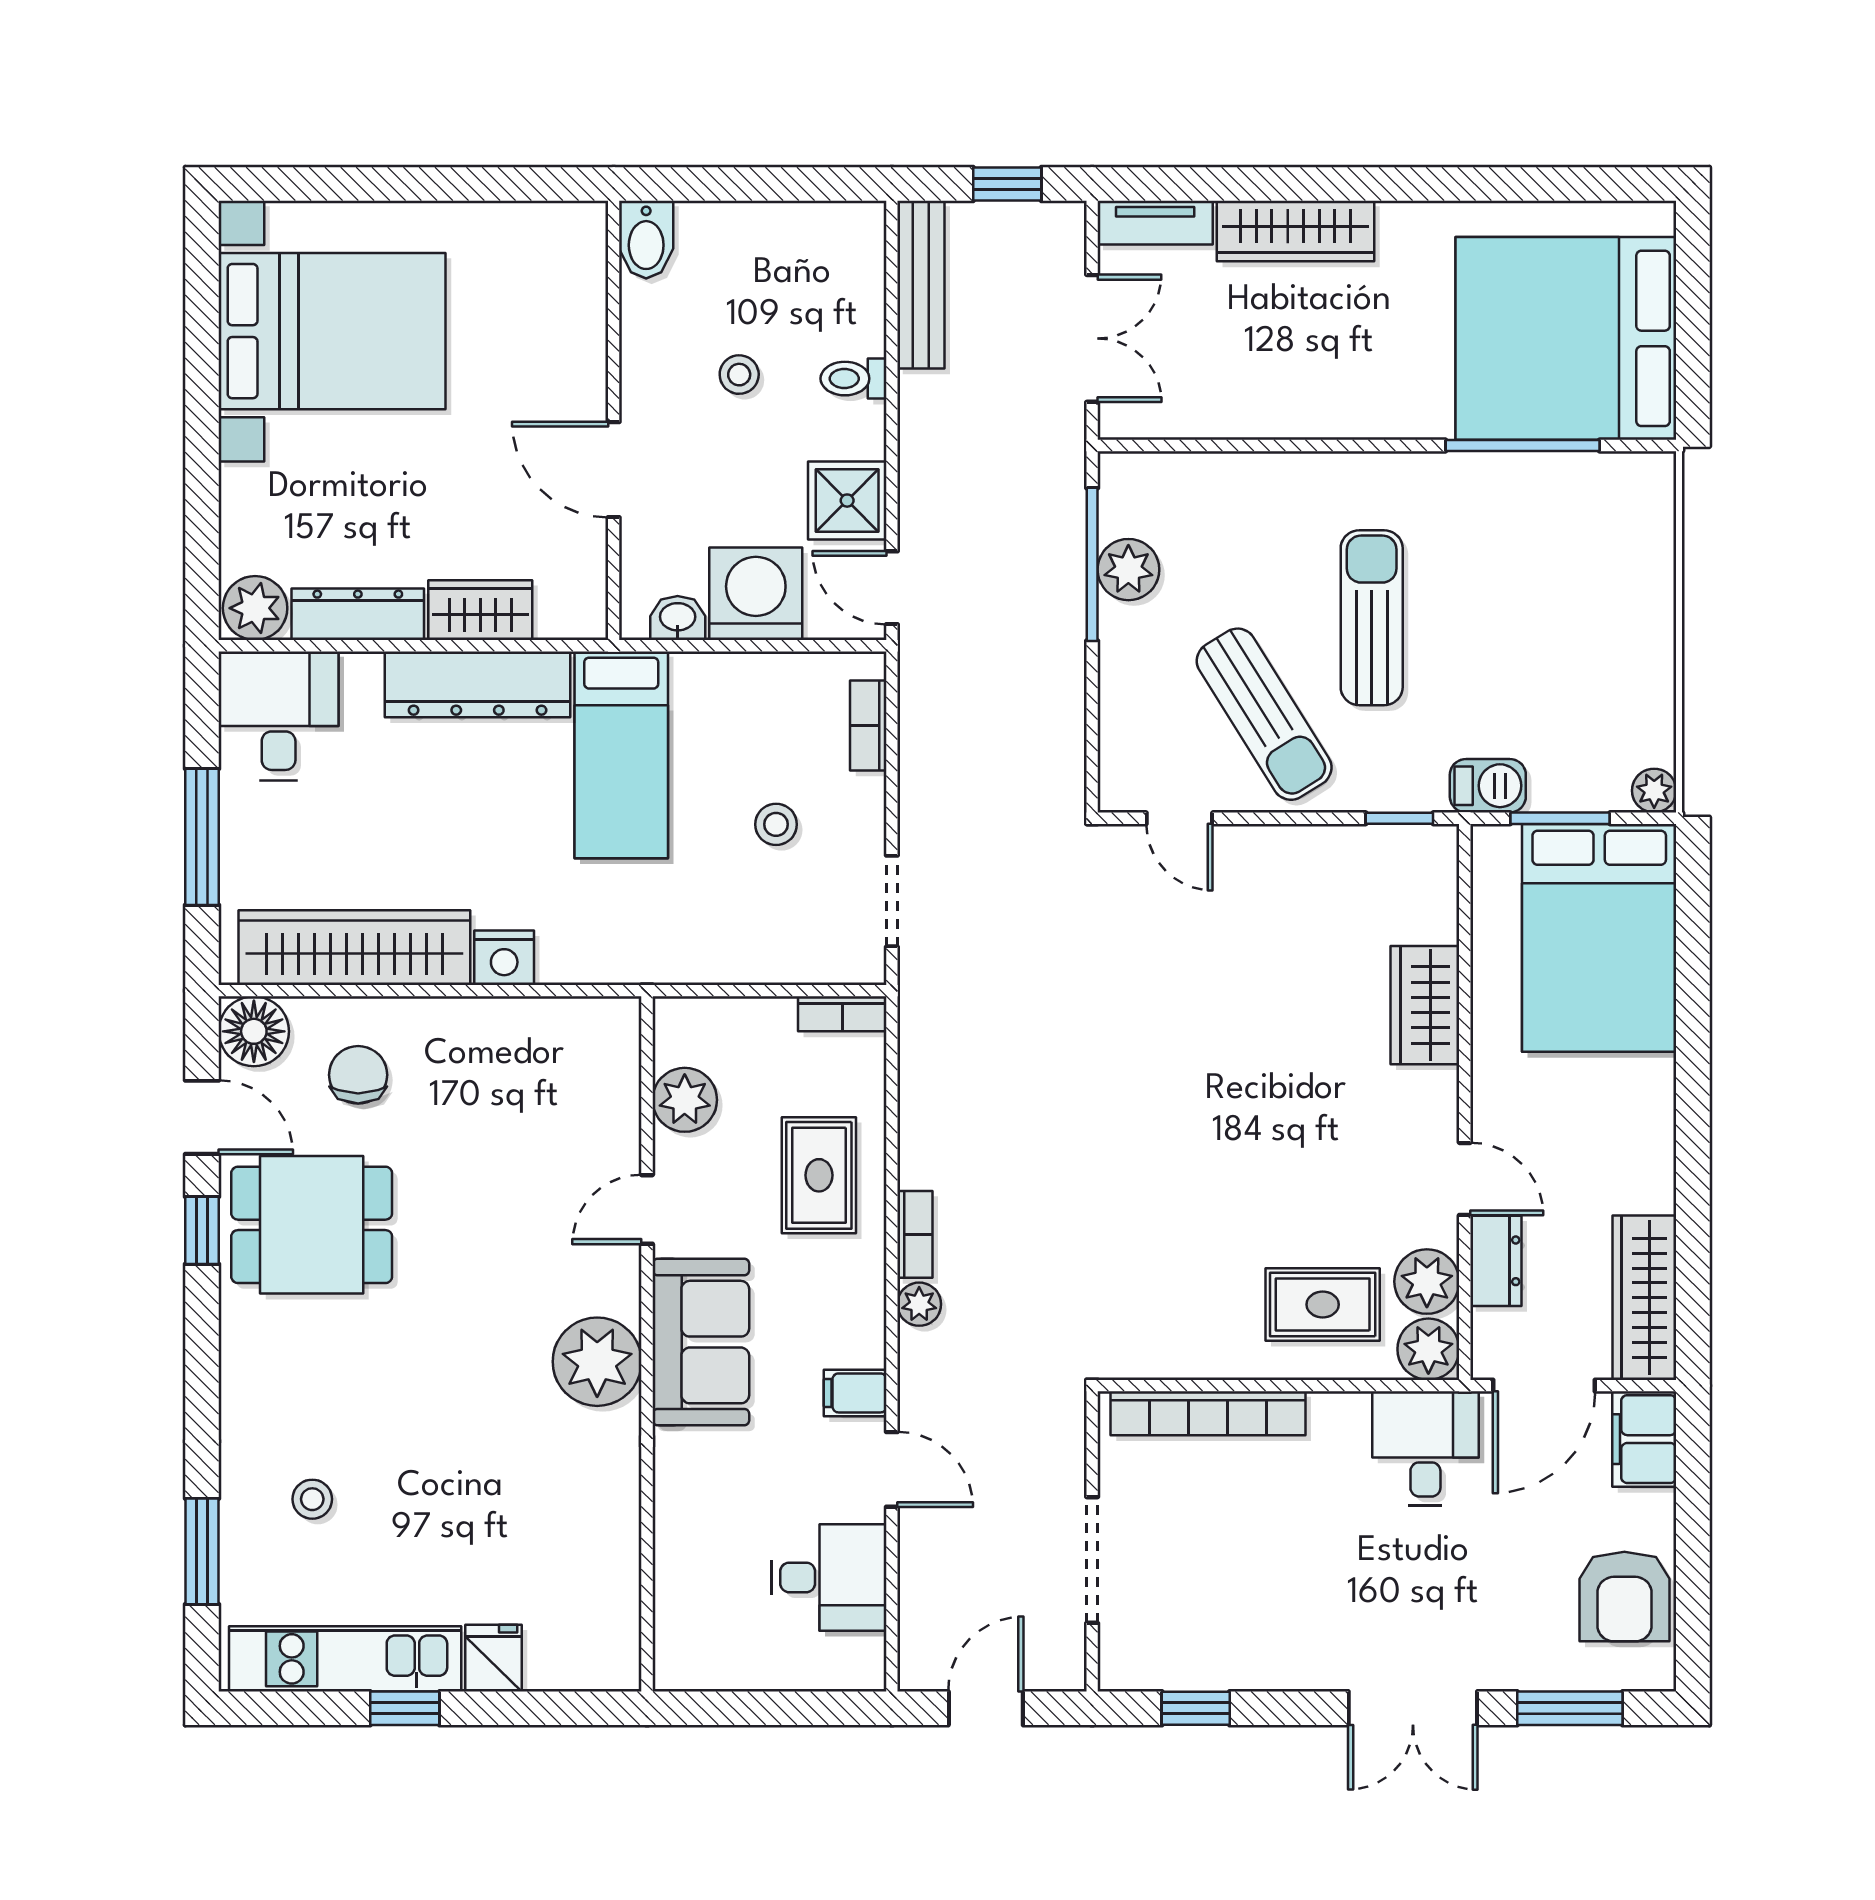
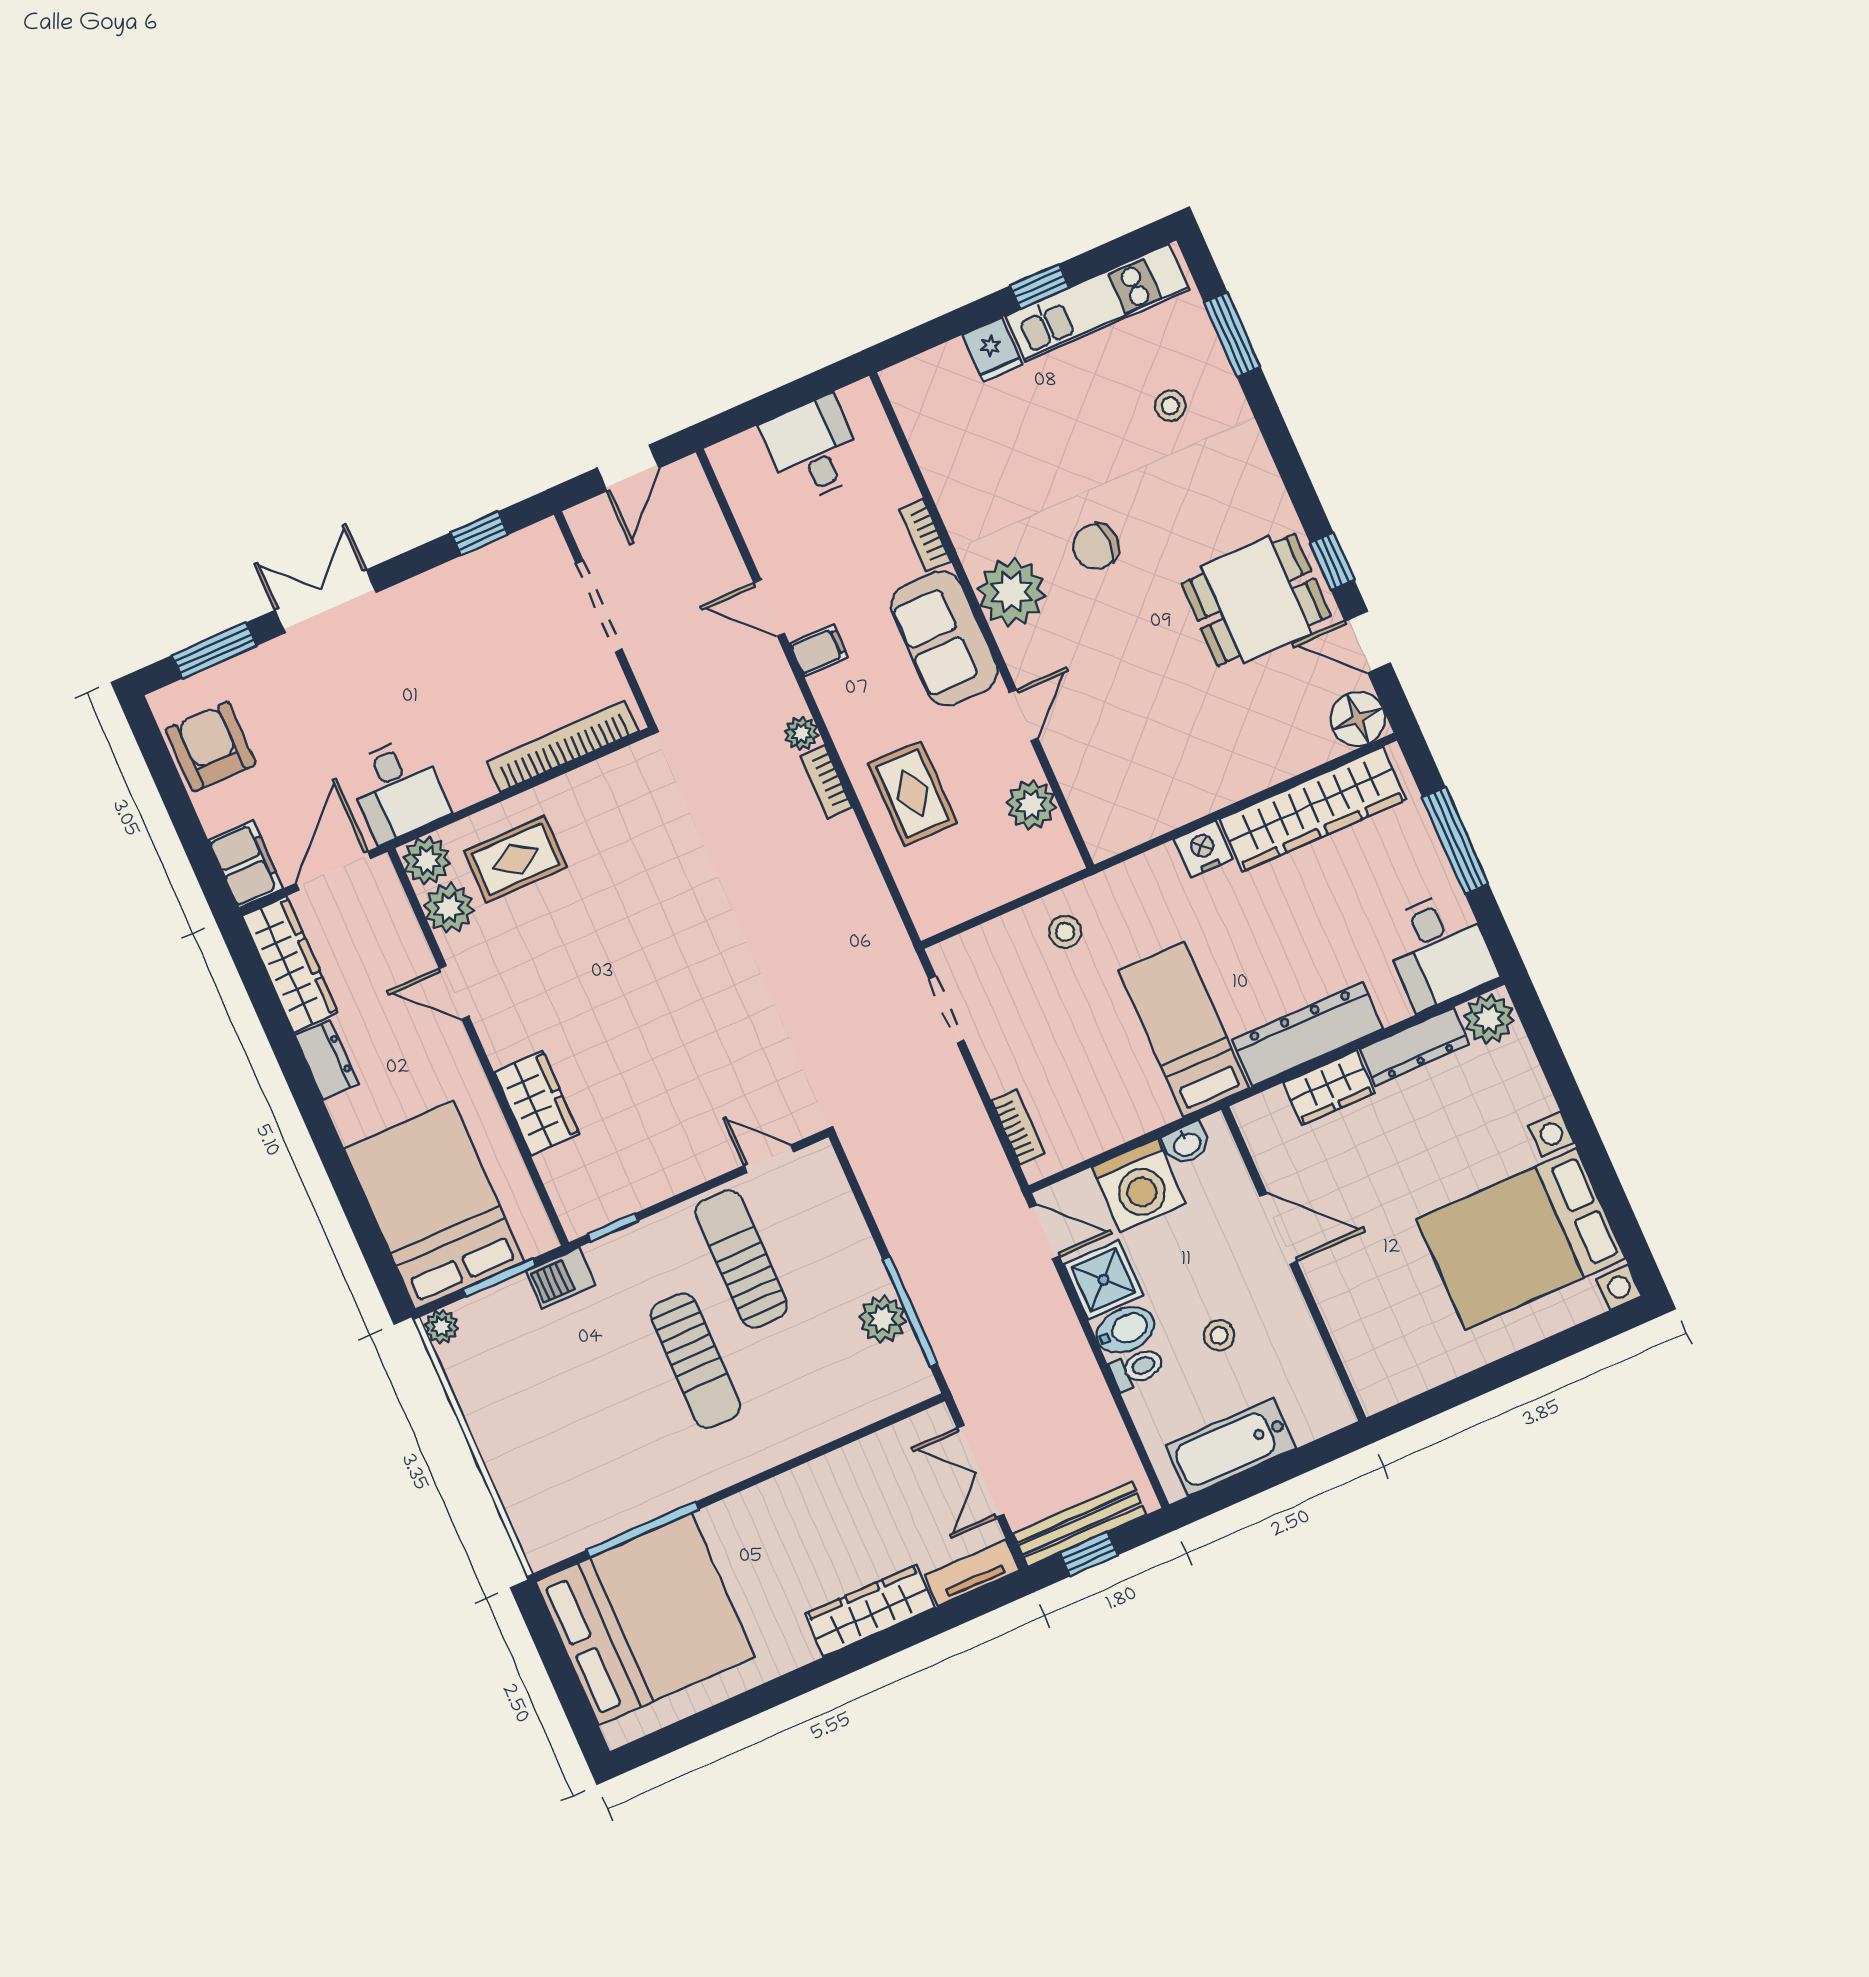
bathtub: (784, 237) -> (1231, 1447), added
bidet: (646, 240) -> (1125, 1330), moved, turned 90
bench: (921, 285) -> (1080, 1524), moved, turned 90
sun lounger: (1264, 714) -> (741, 1259), turned 32
stool: (776, 824) -> (1065, 932), moved
bookcase: (842, 1014) -> (925, 535), moved, turned -90
chair: (358, 1075) -> (1096, 546), moved, turned 90
dresser: (1496, 1261) -> (327, 1060), moved, turned 180
desk: (829, 1577) -> (813, 449), moved, turned 90

